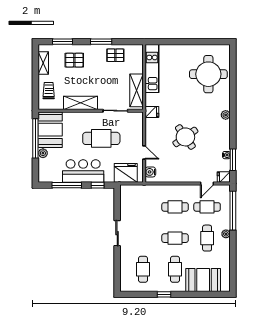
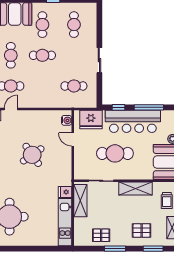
fridge: (152, 112) -> (65, 192), moved
bar counter: (83, 171) -> (133, 121), width x1.36
cafe table: (175, 207) -> (74, 86), moved

